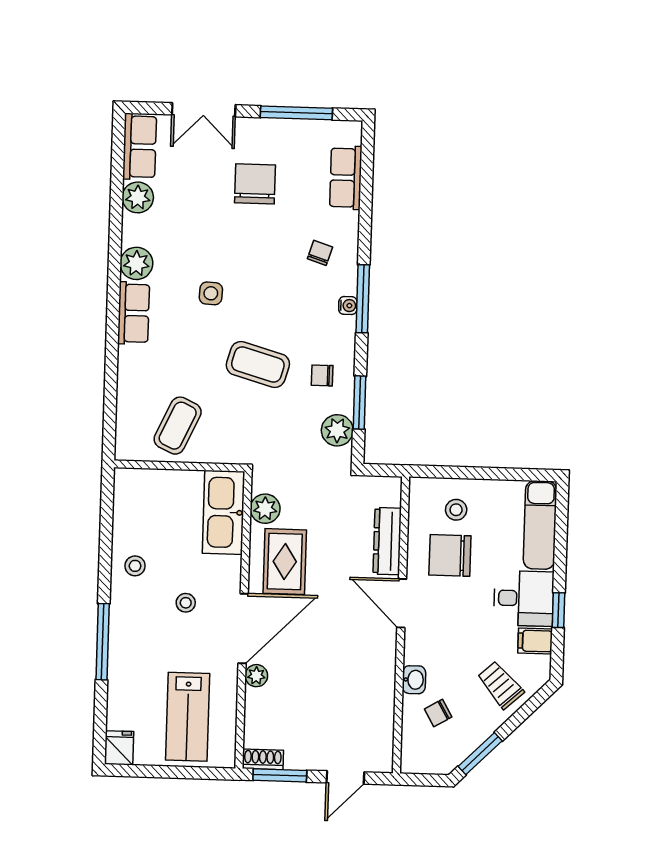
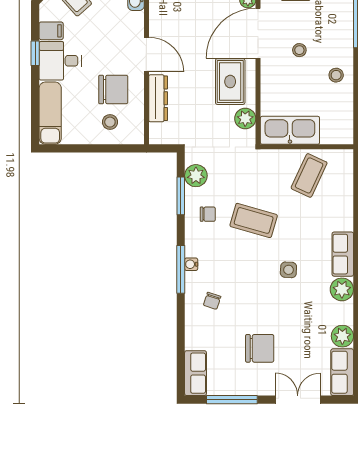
row of seats: (346, 178) -> (195, 373), moved
chair: (255, 184) -> (260, 348), turned -90
kitchen sink: (224, 512) -> (290, 130), moved, turned -90

